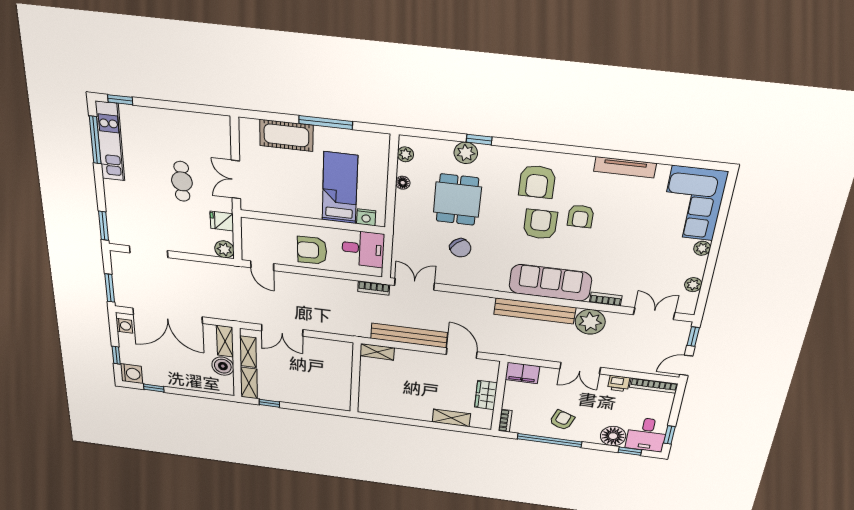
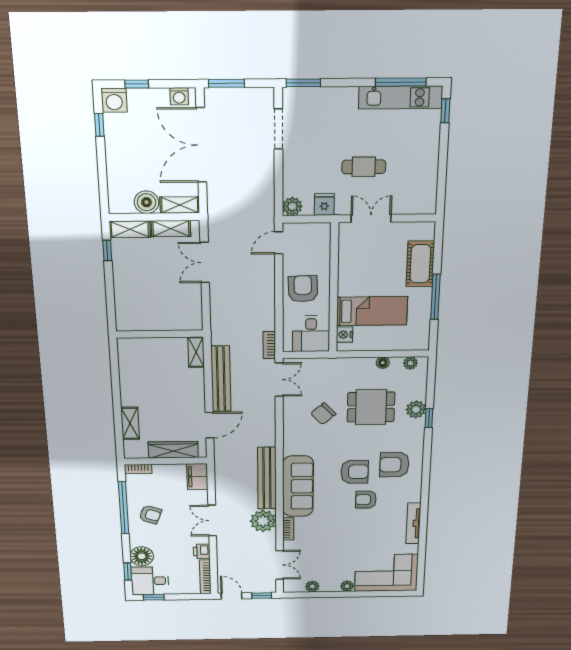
wardrobe: (486, 395) -> (173, 450), width x1.50

